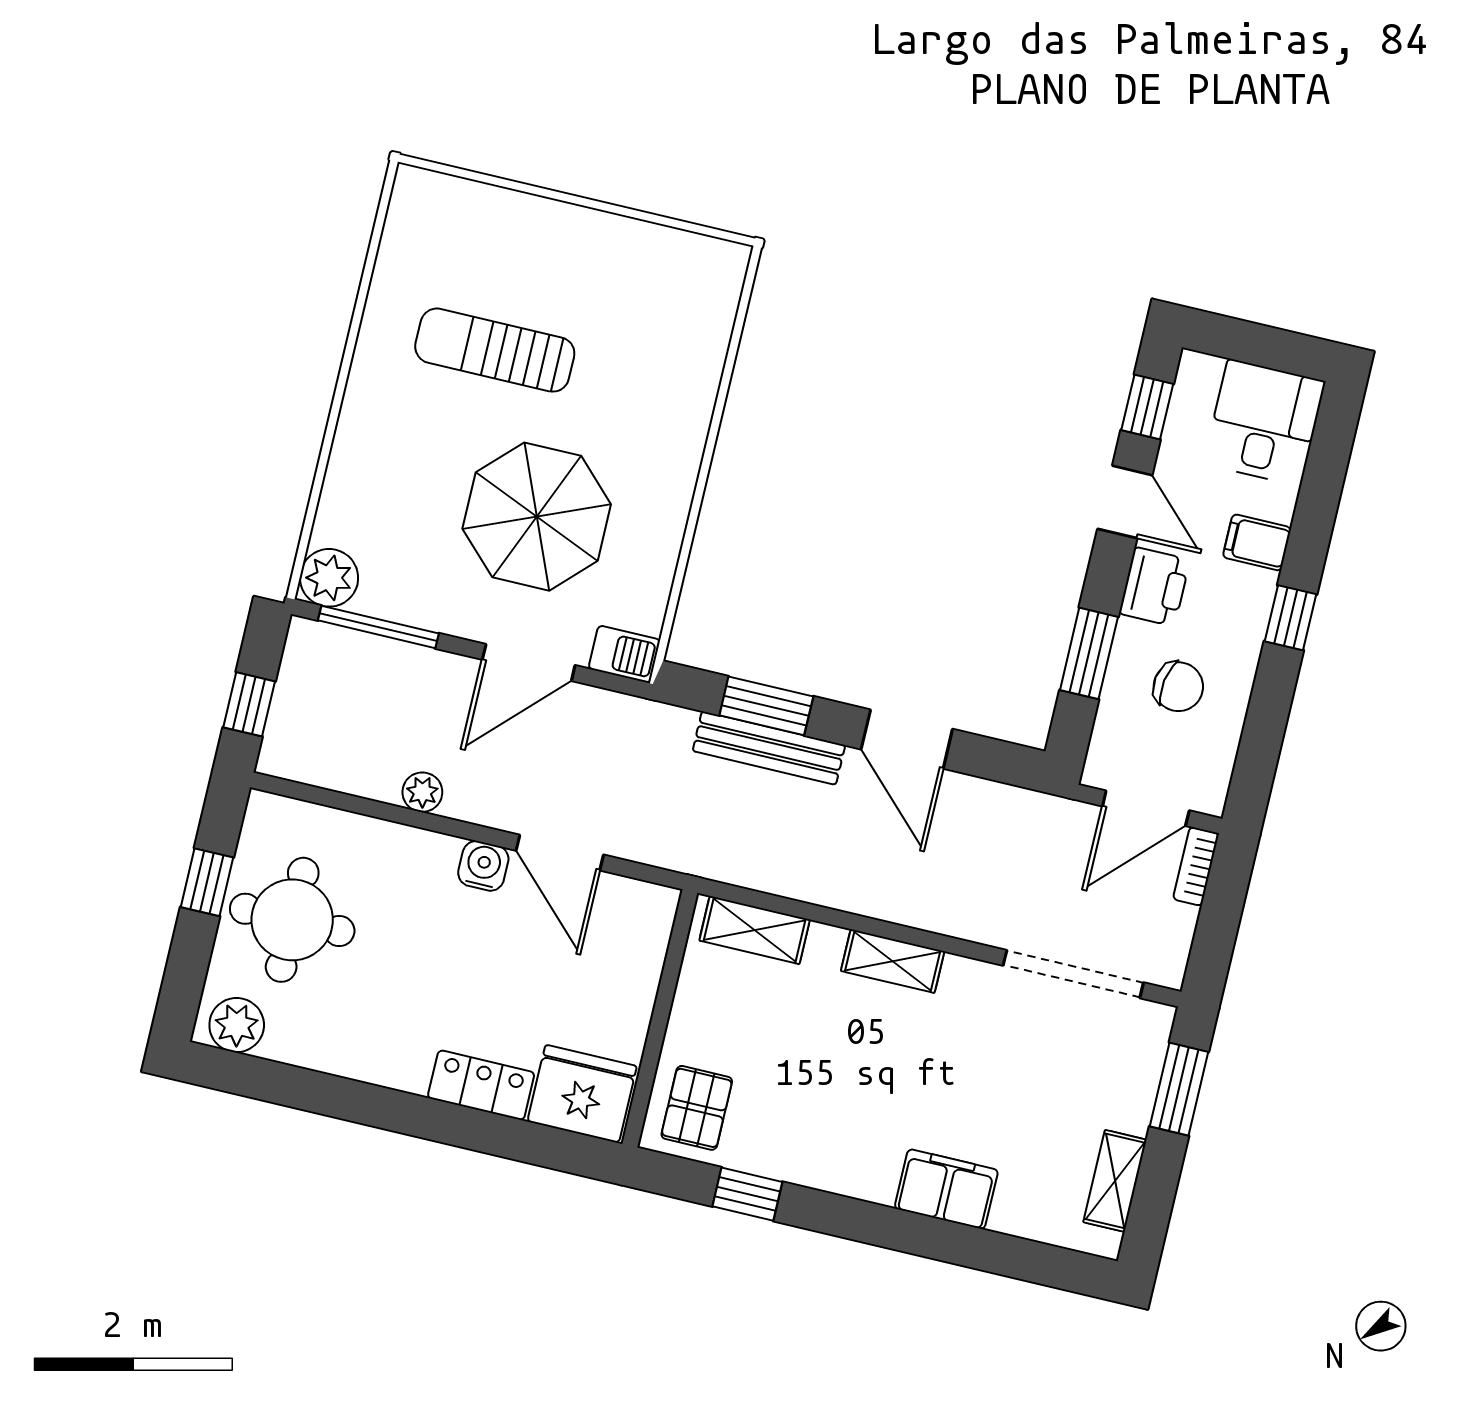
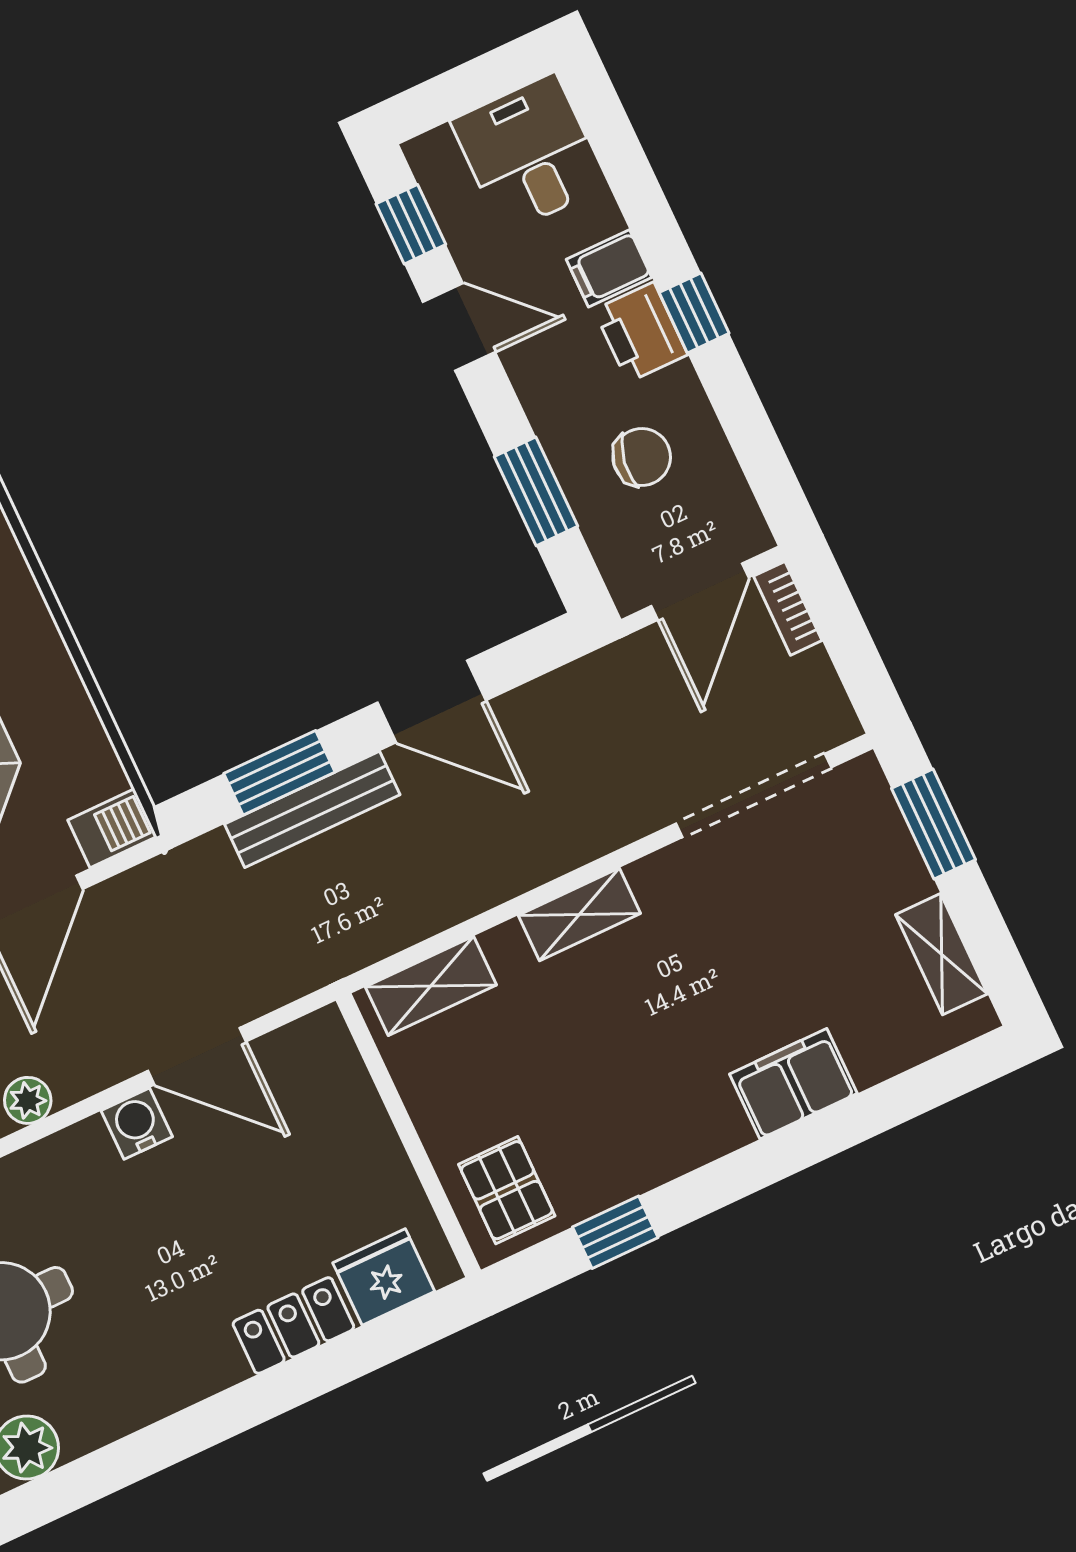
printer: (1154, 587) -> (641, 332), moved, turned 180
fridge: (582, 1094) -> (384, 1277), width x0.73, depth x0.75

